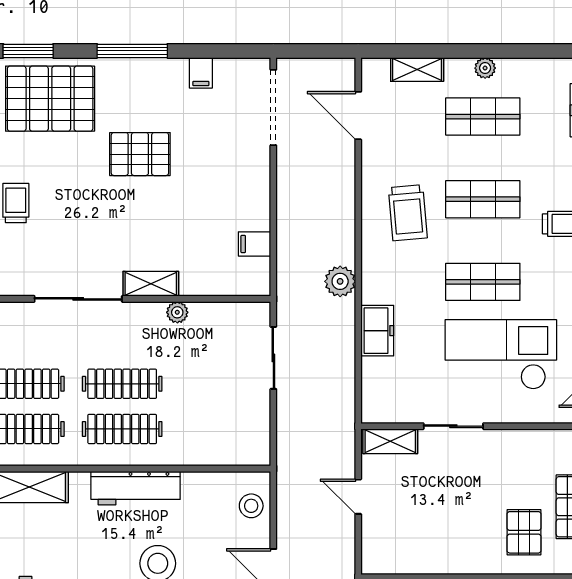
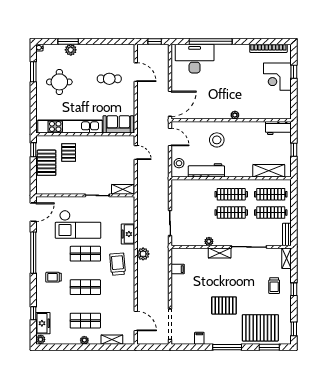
trolley: (408, 213) -> (118, 264), moved
workbench: (136, 488) -> (206, 170), moved
door: (358, 497) -> (136, 152), moved

